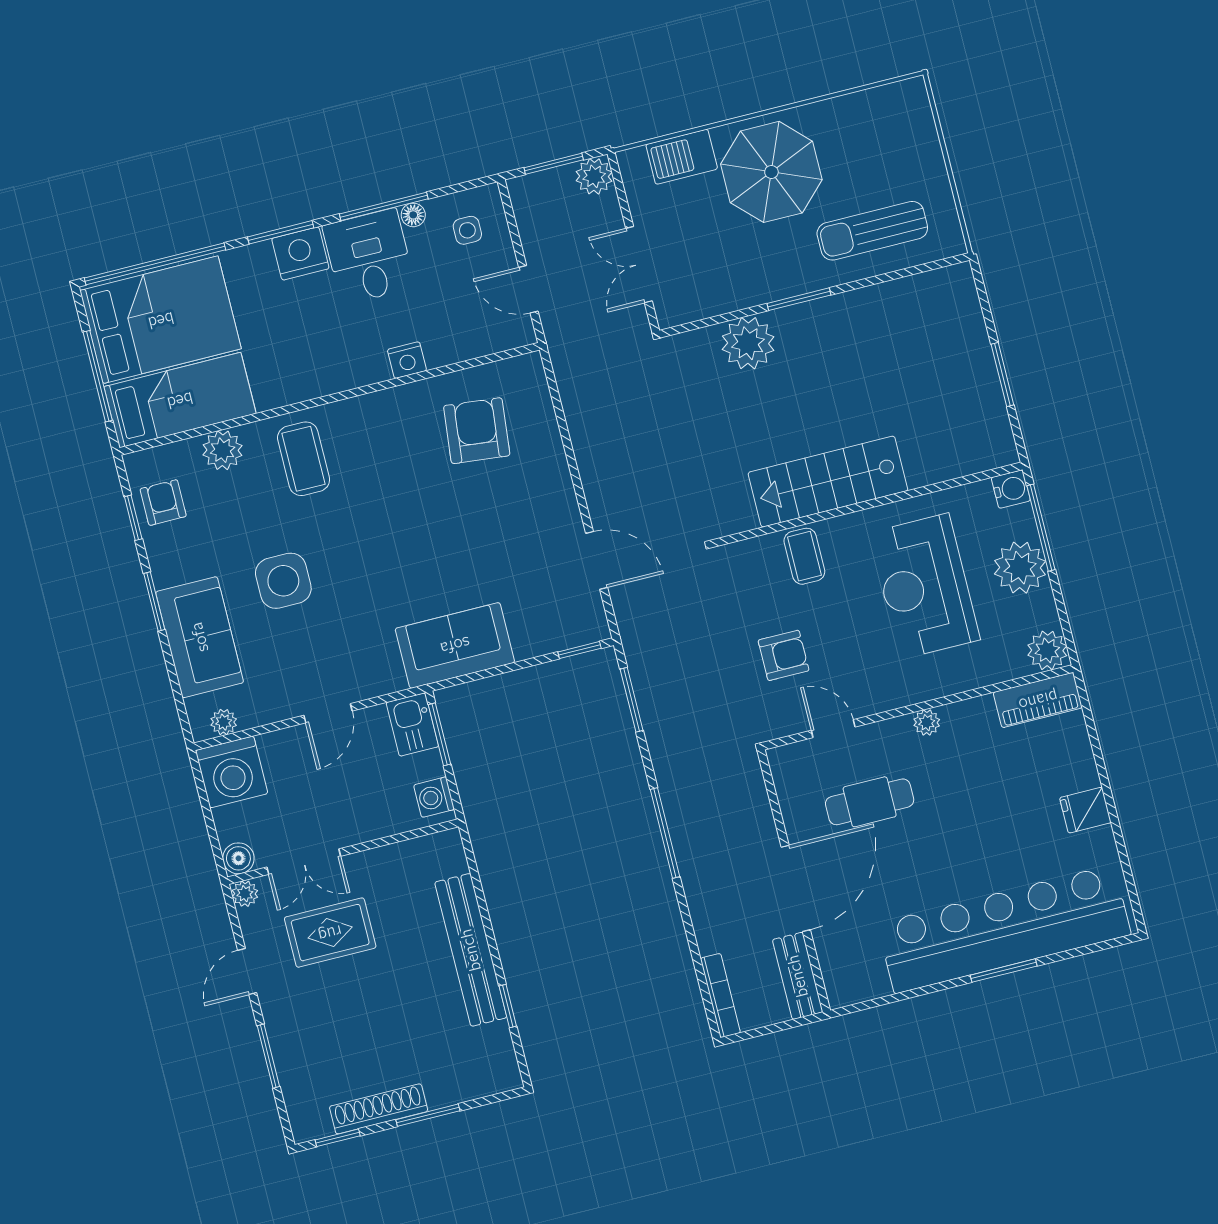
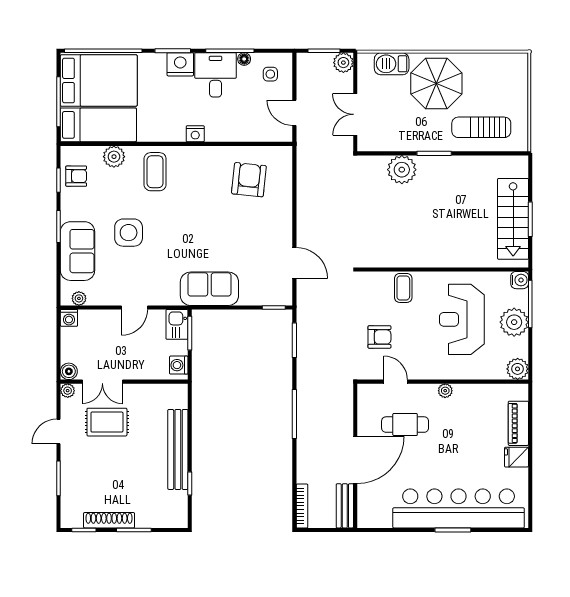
nightstand: (407, 360) -> (195, 134), moved
stairs: (828, 482) -> (513, 219), moved, turned -90
armchair: (163, 503) -> (76, 176), turned 90
piano: (1038, 700) -> (518, 423), moved, turned 90
washing machine: (232, 772) -> (69, 318), width x0.53, depth x0.53

